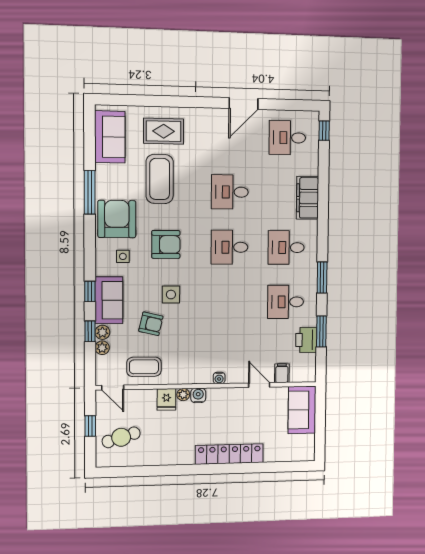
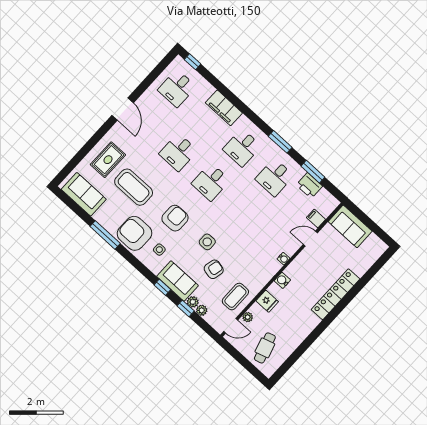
door: (244, 104) -> (123, 109), moved
plant: (183, 395) -> (248, 317), moved
window: (90, 426) -> (241, 359), removed

